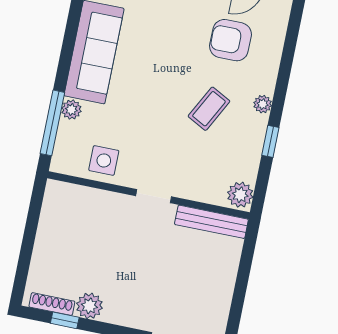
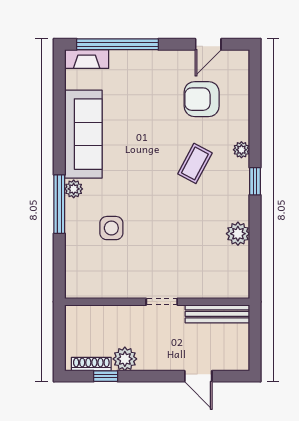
wall: (149, 195) -> (157, 302), moved
doorway: (154, 196) -> (162, 302), moved
bench: (211, 222) -> (217, 314), moved

